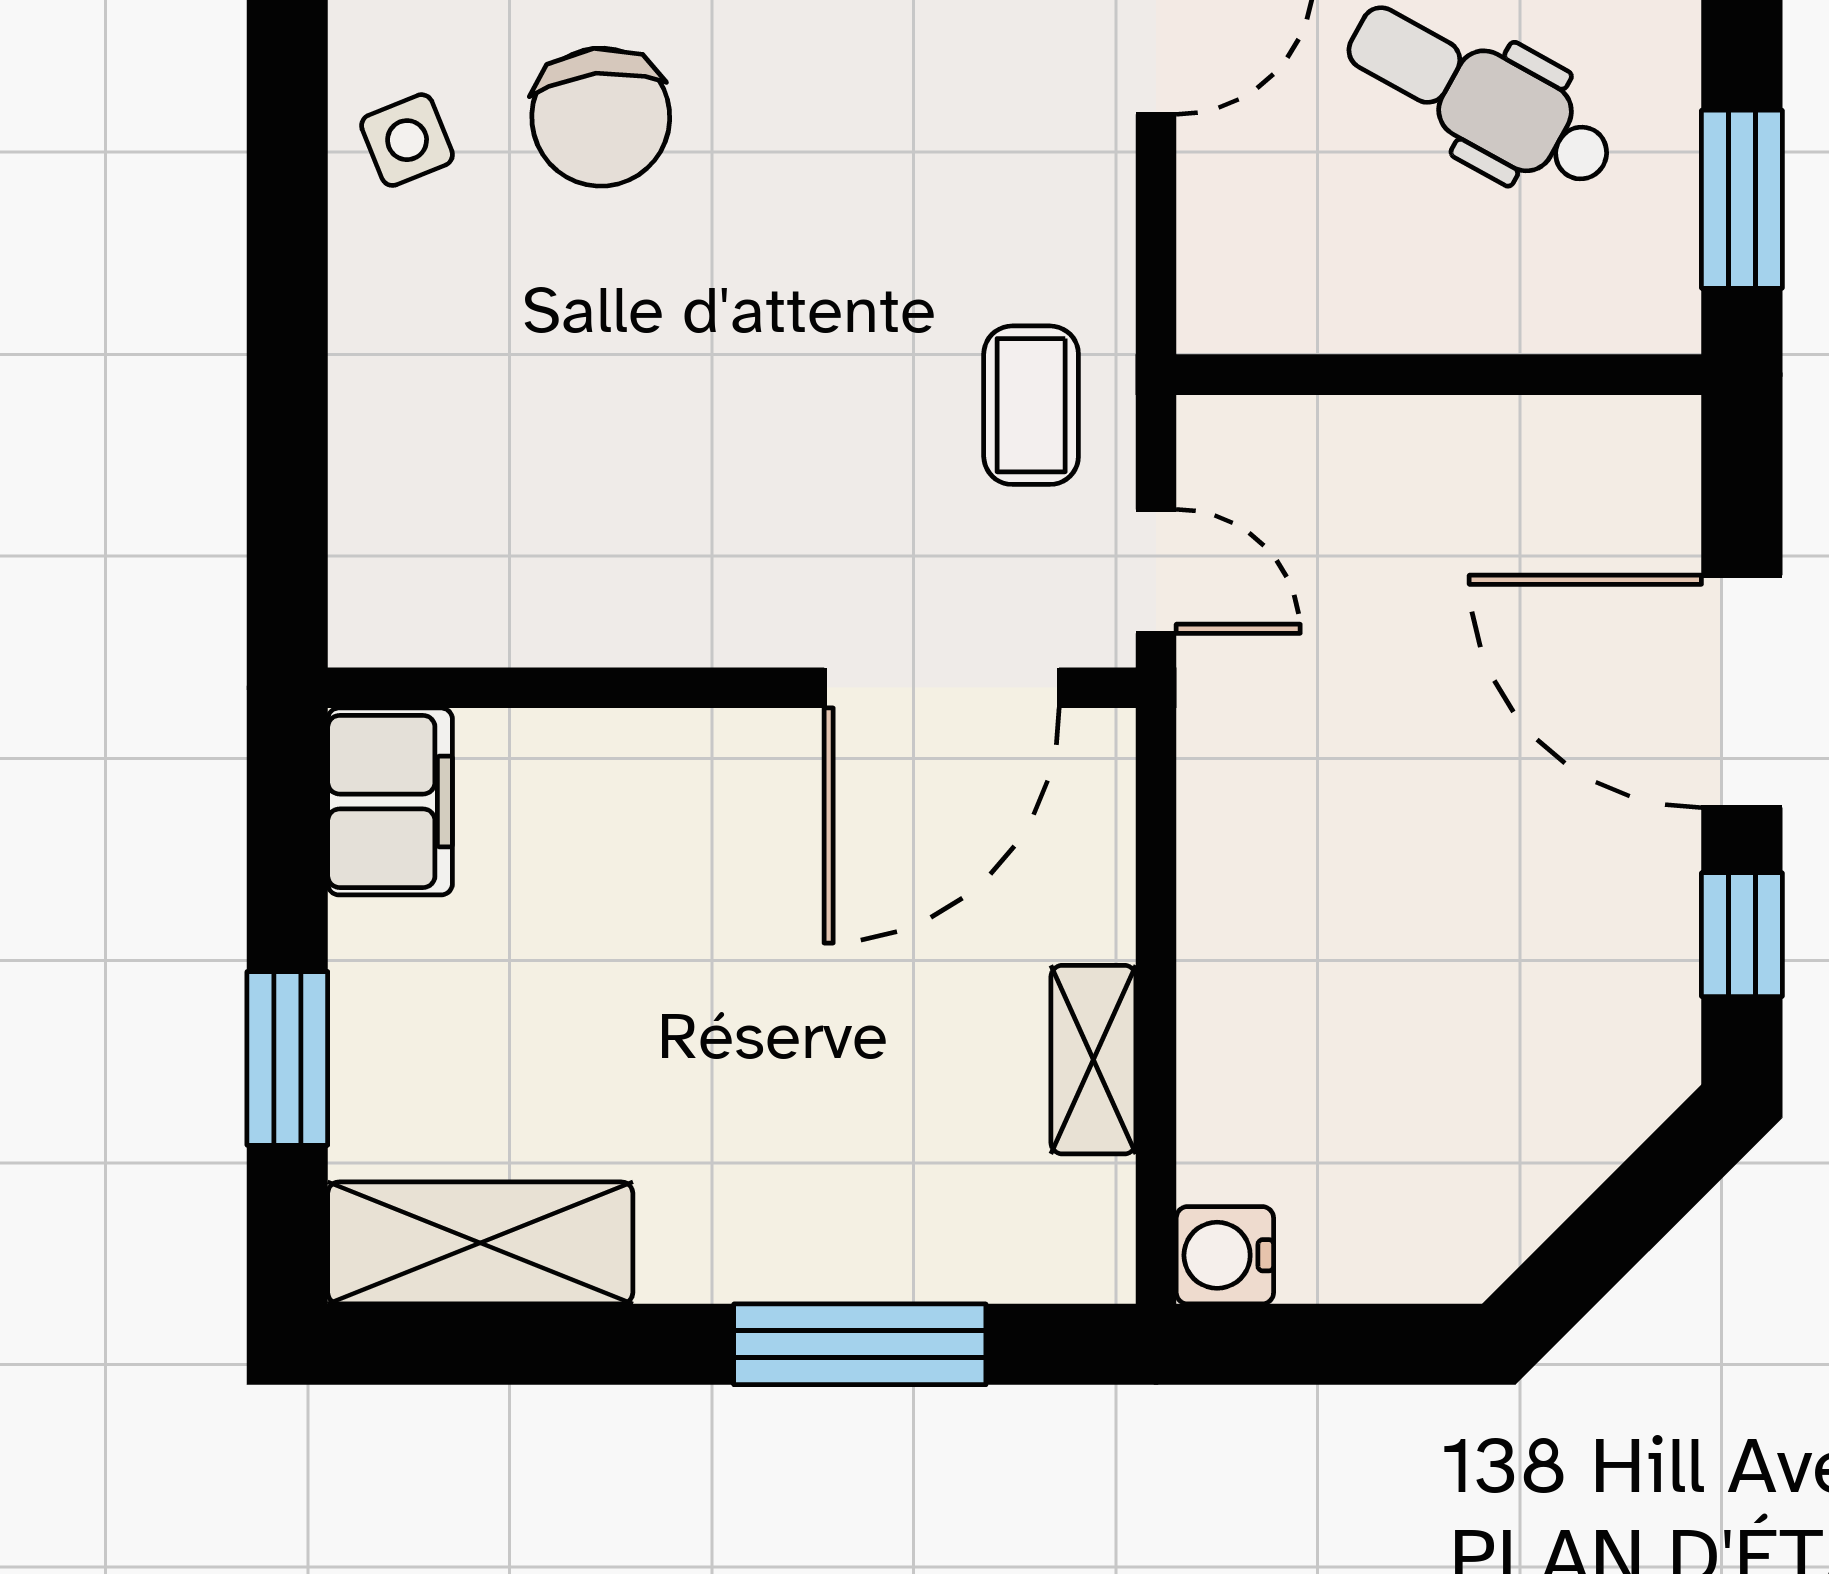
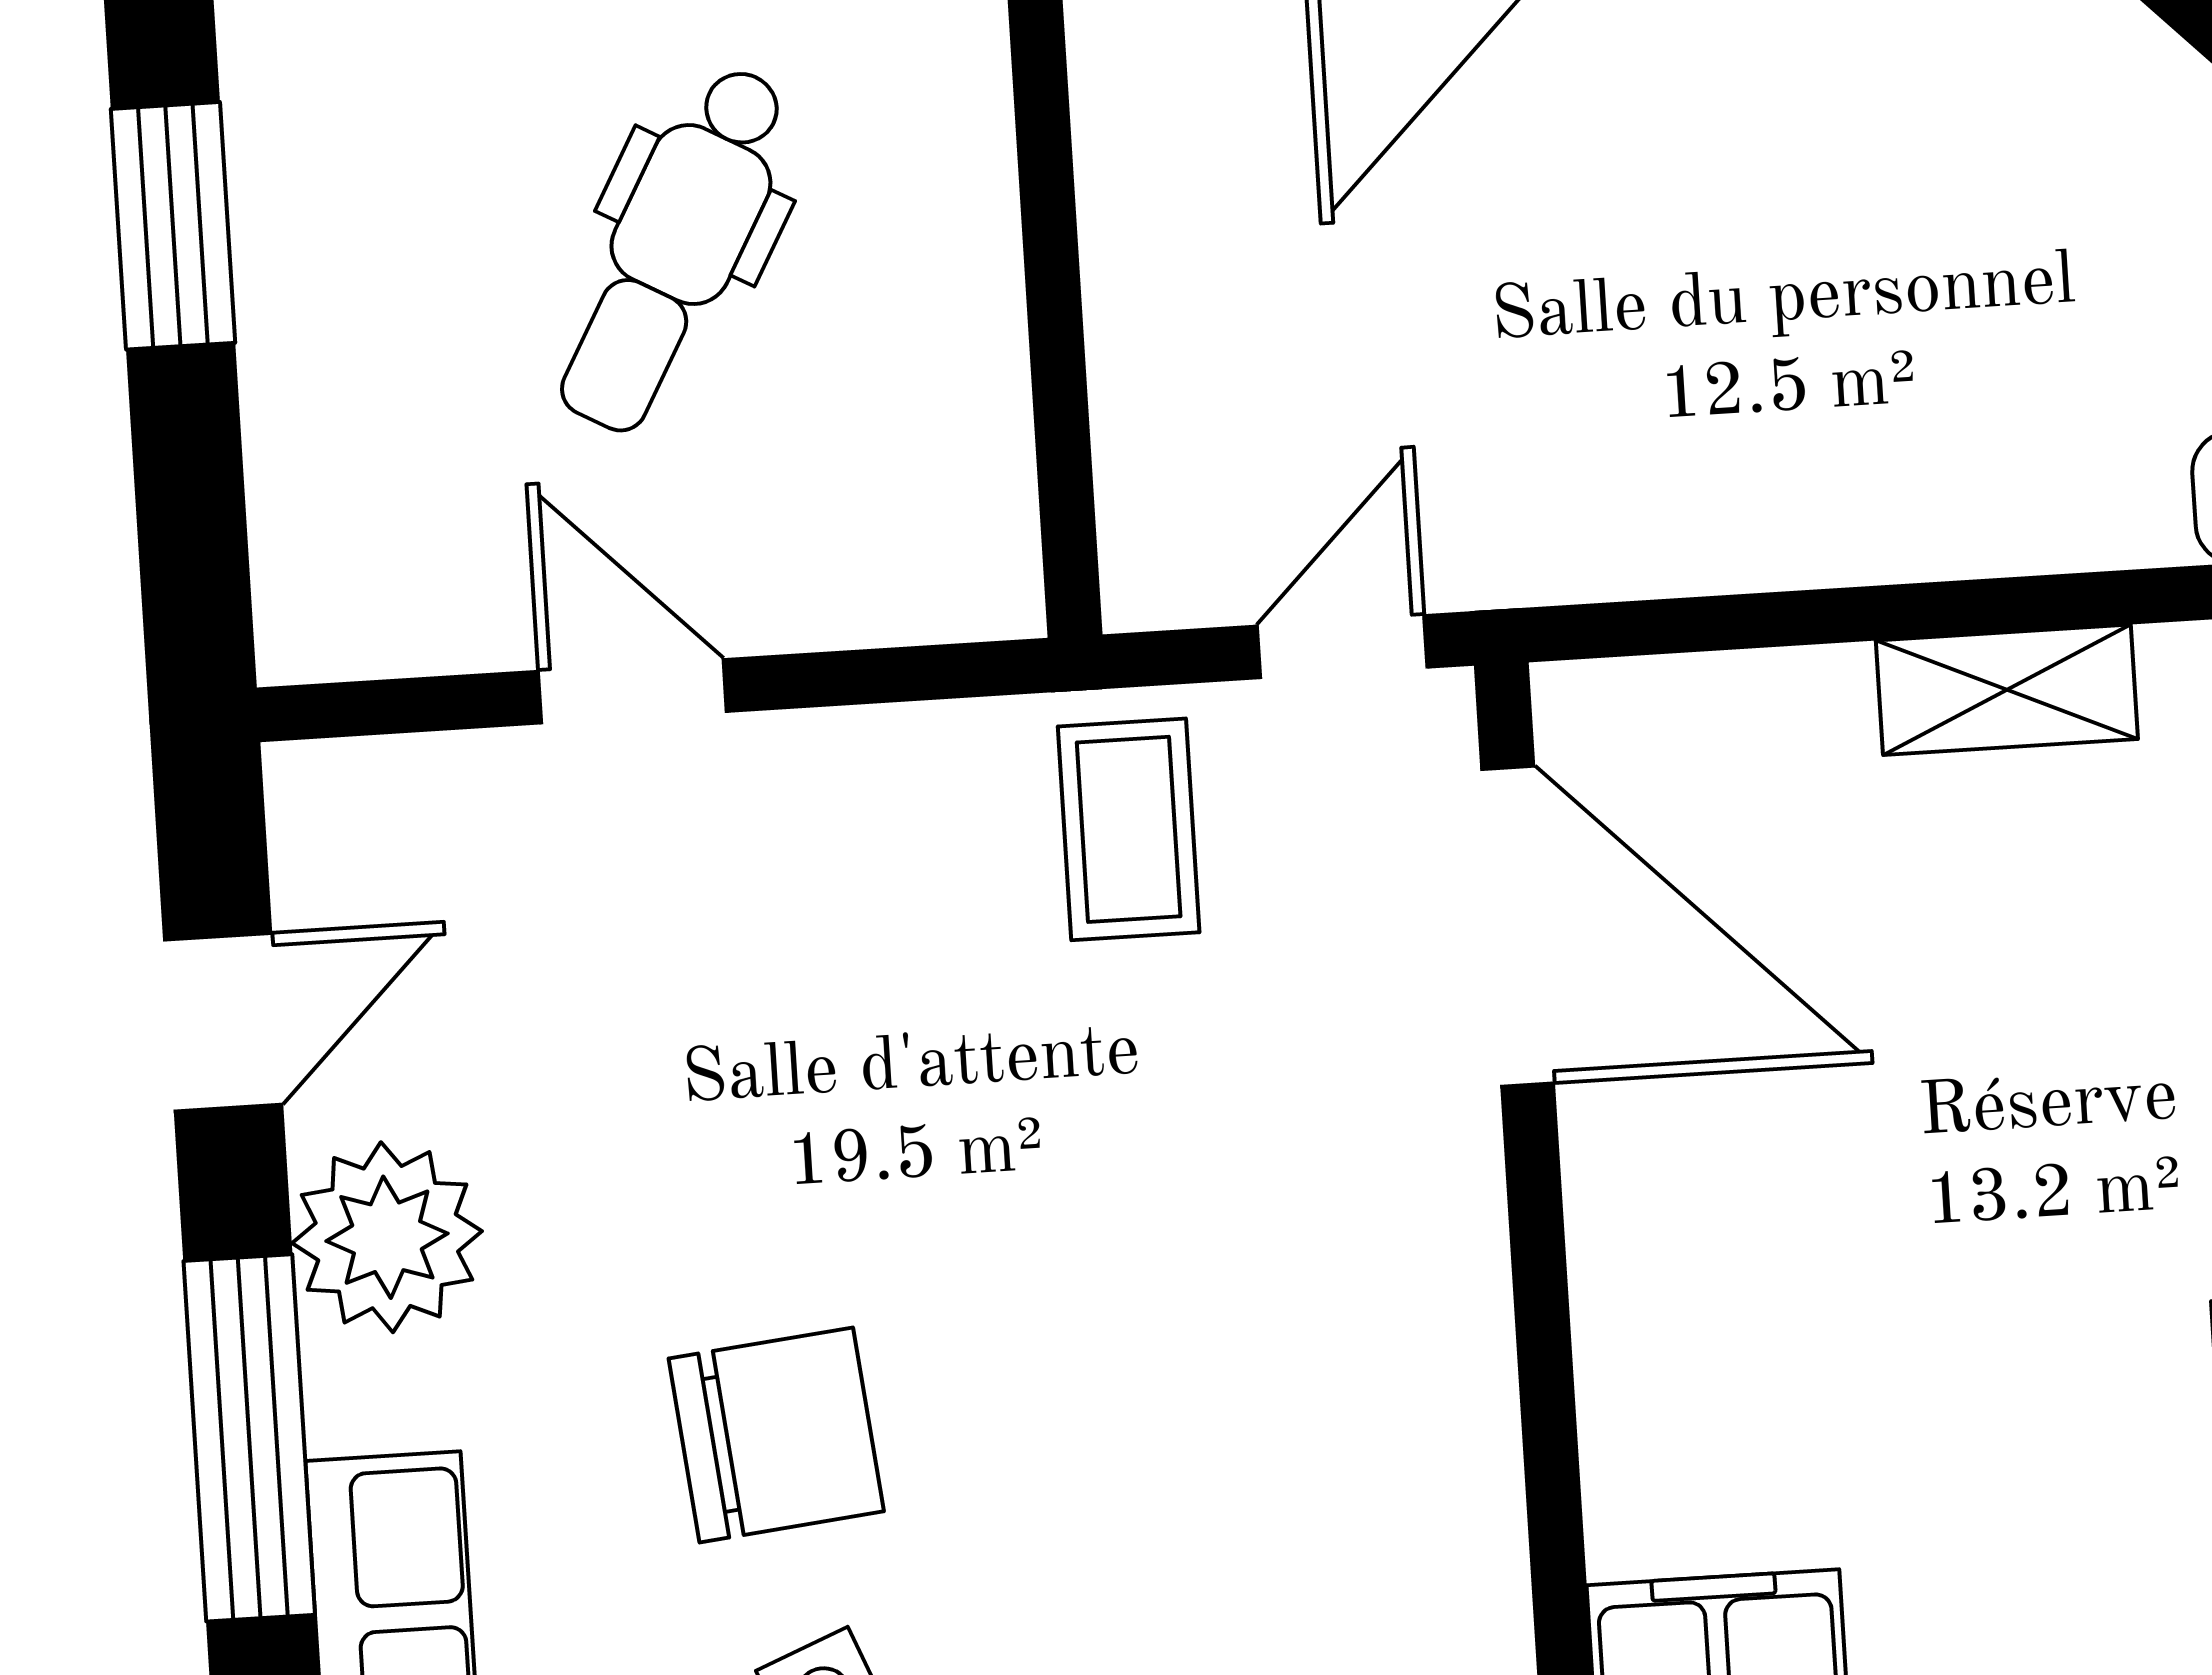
coffee table: (1031, 405) -> (1129, 829), turned 90

